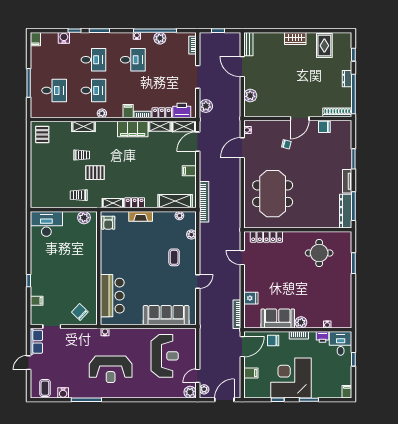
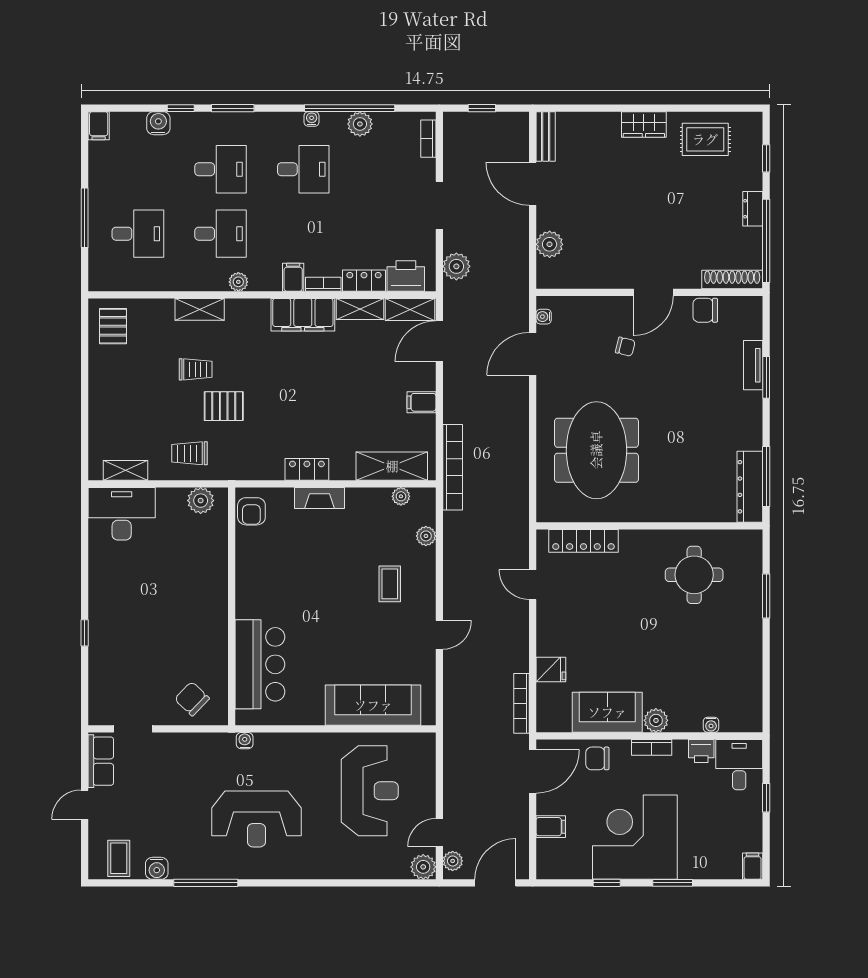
rug: (324, 46) -> (705, 139), turned 90
tv unit: (347, 181) -> (753, 365), moved
shelving: (113, 203) -> (125, 470), moved
filing cabinet: (37, 301) -> (101, 675), removed

